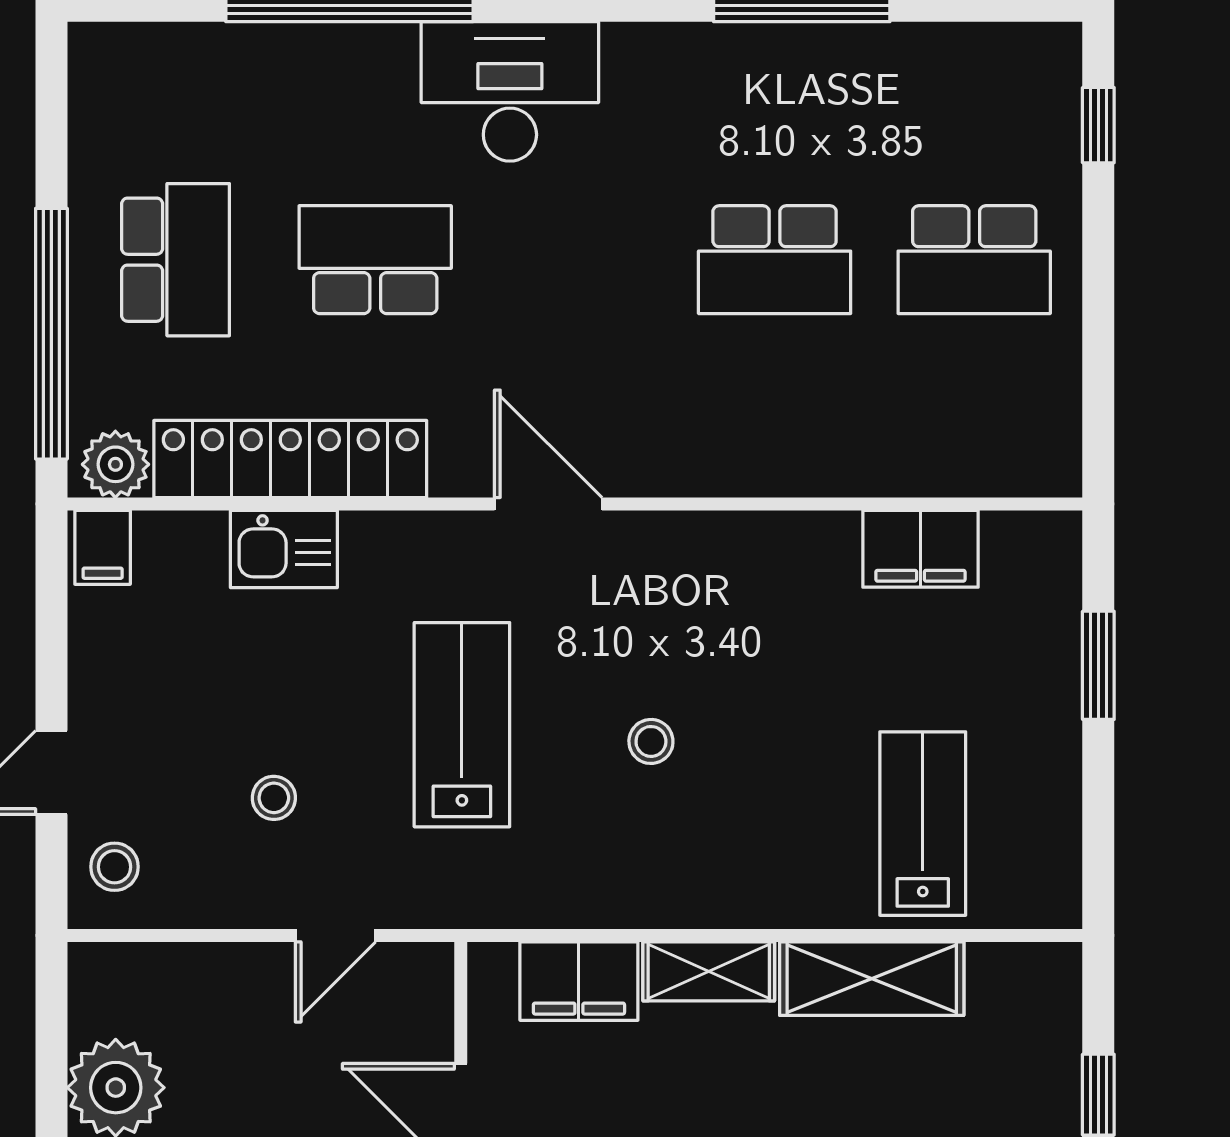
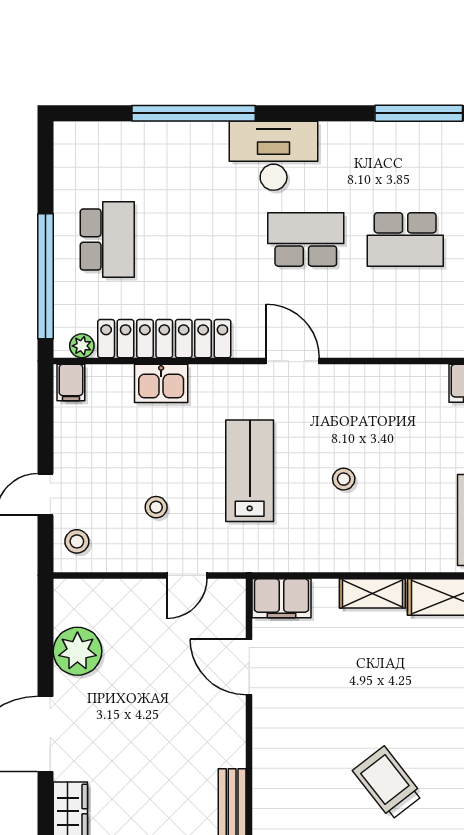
school desk: (375, 260) -> (306, 239), moved
plant: (115, 464) -> (82, 346), width x0.73, depth x0.73
filing cabinet: (579, 981) -> (282, 598), moved

